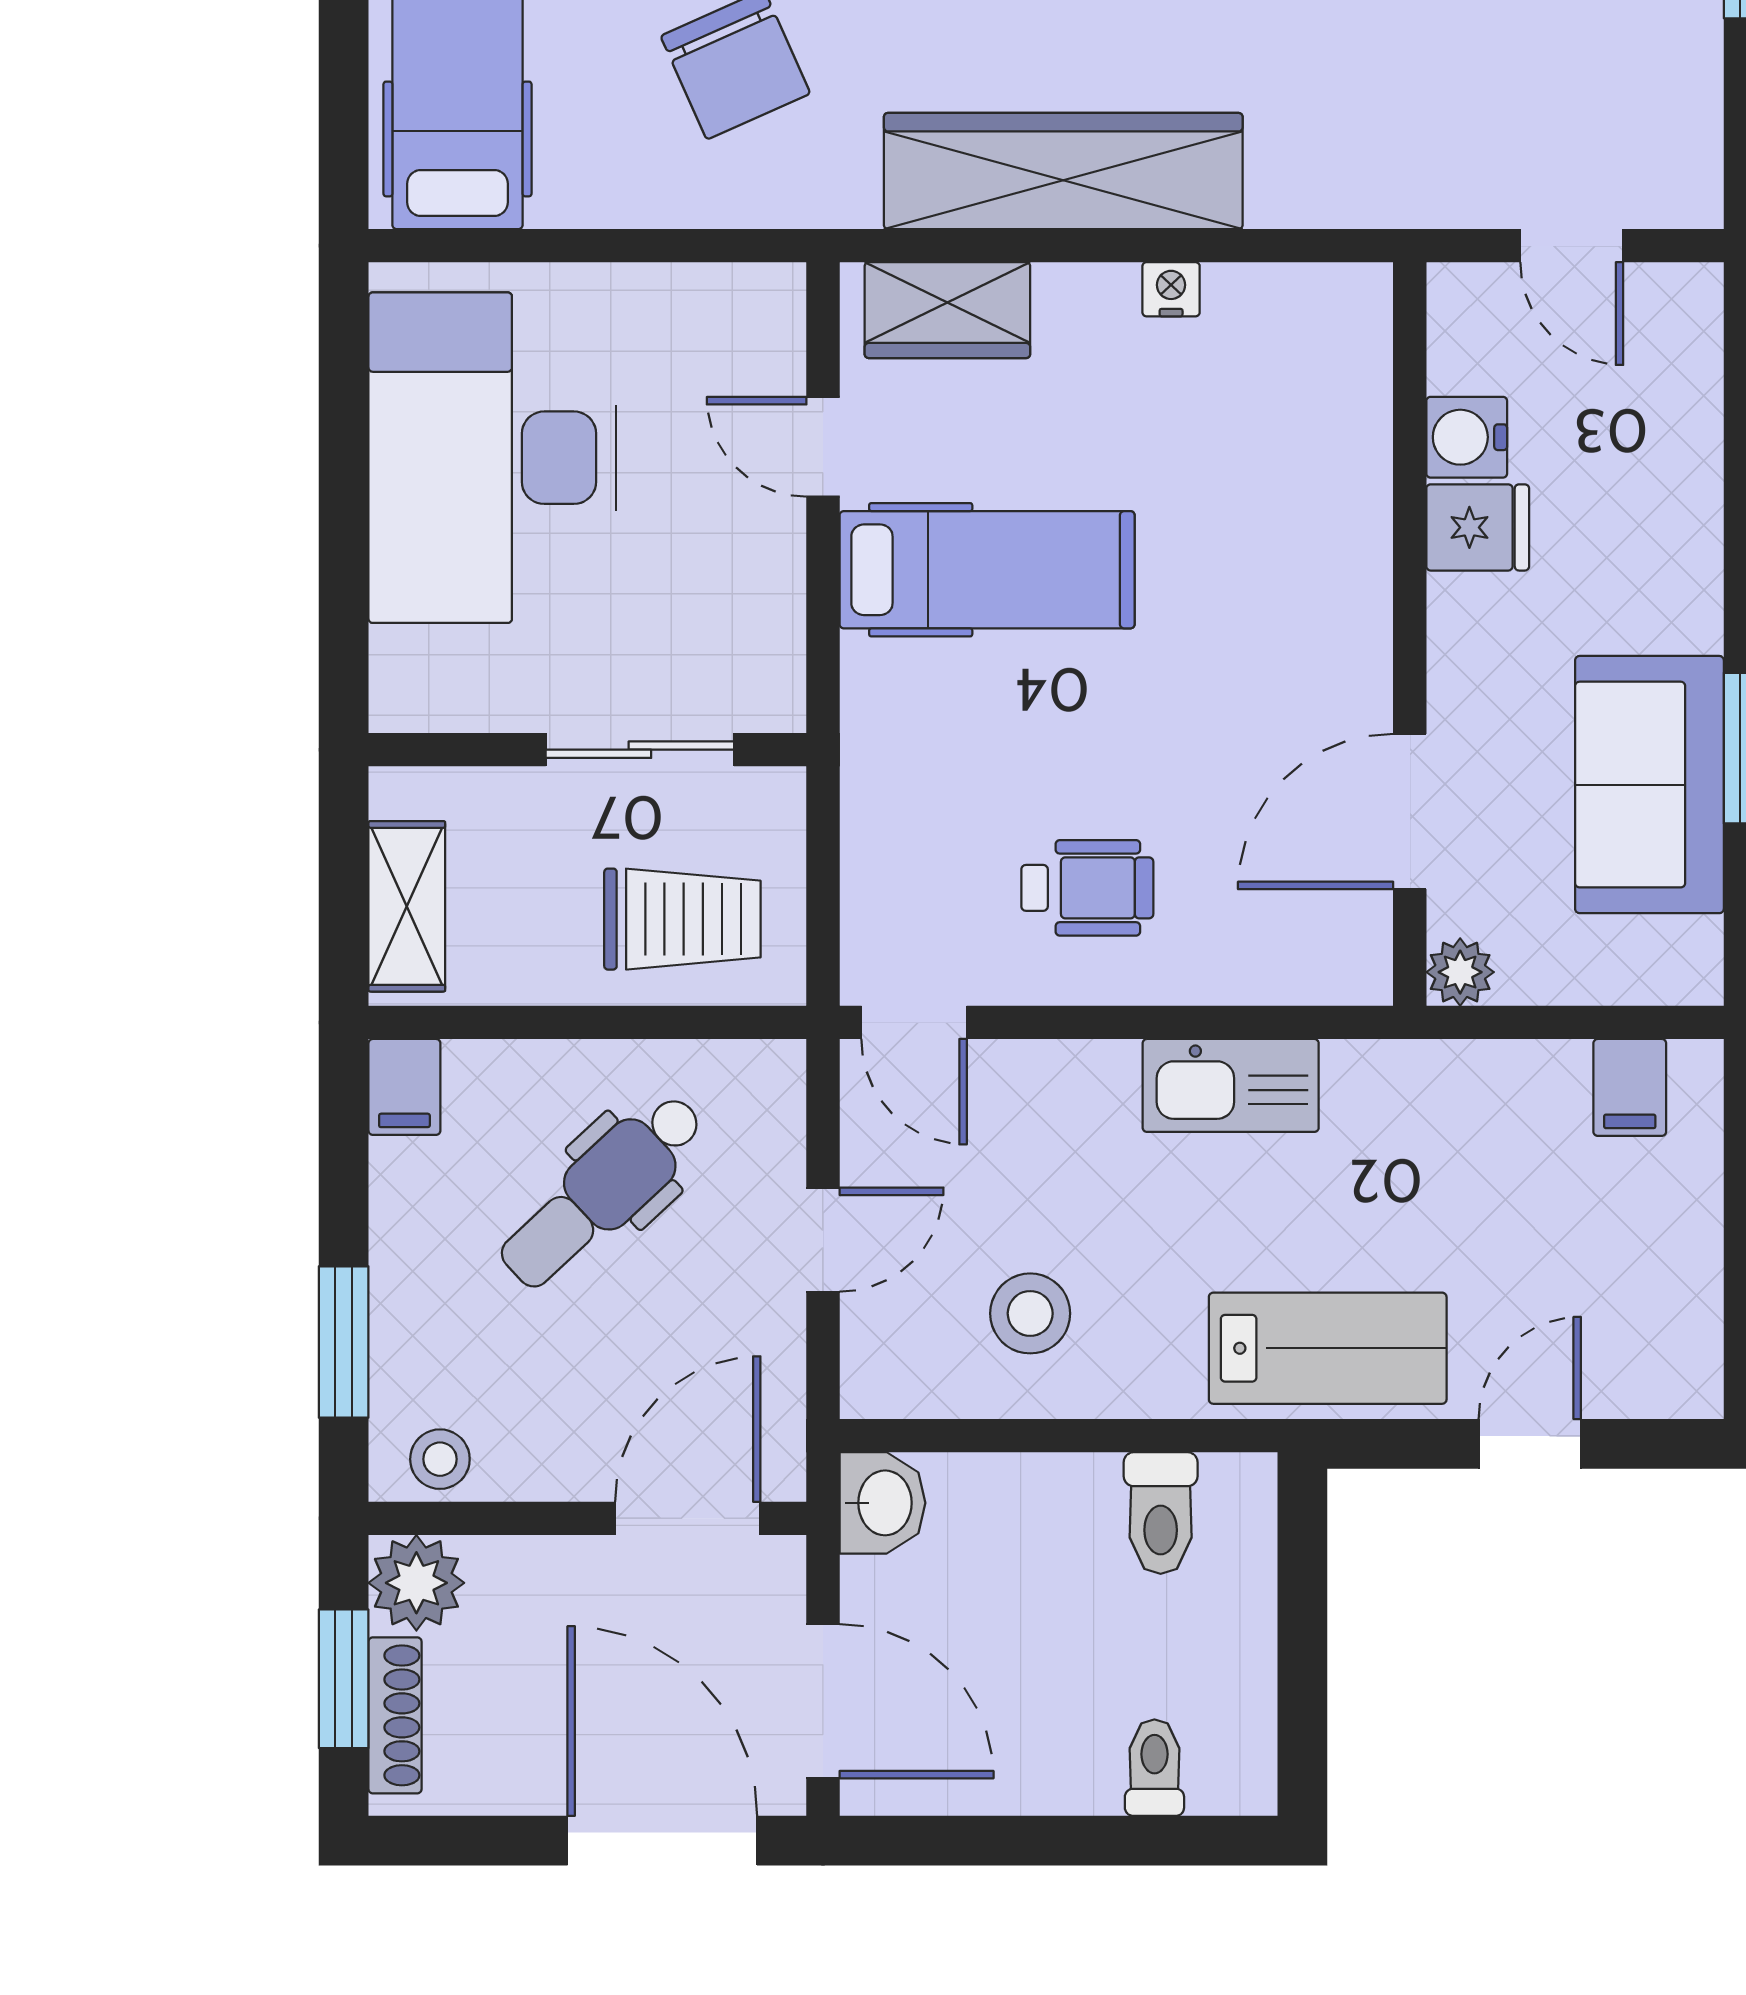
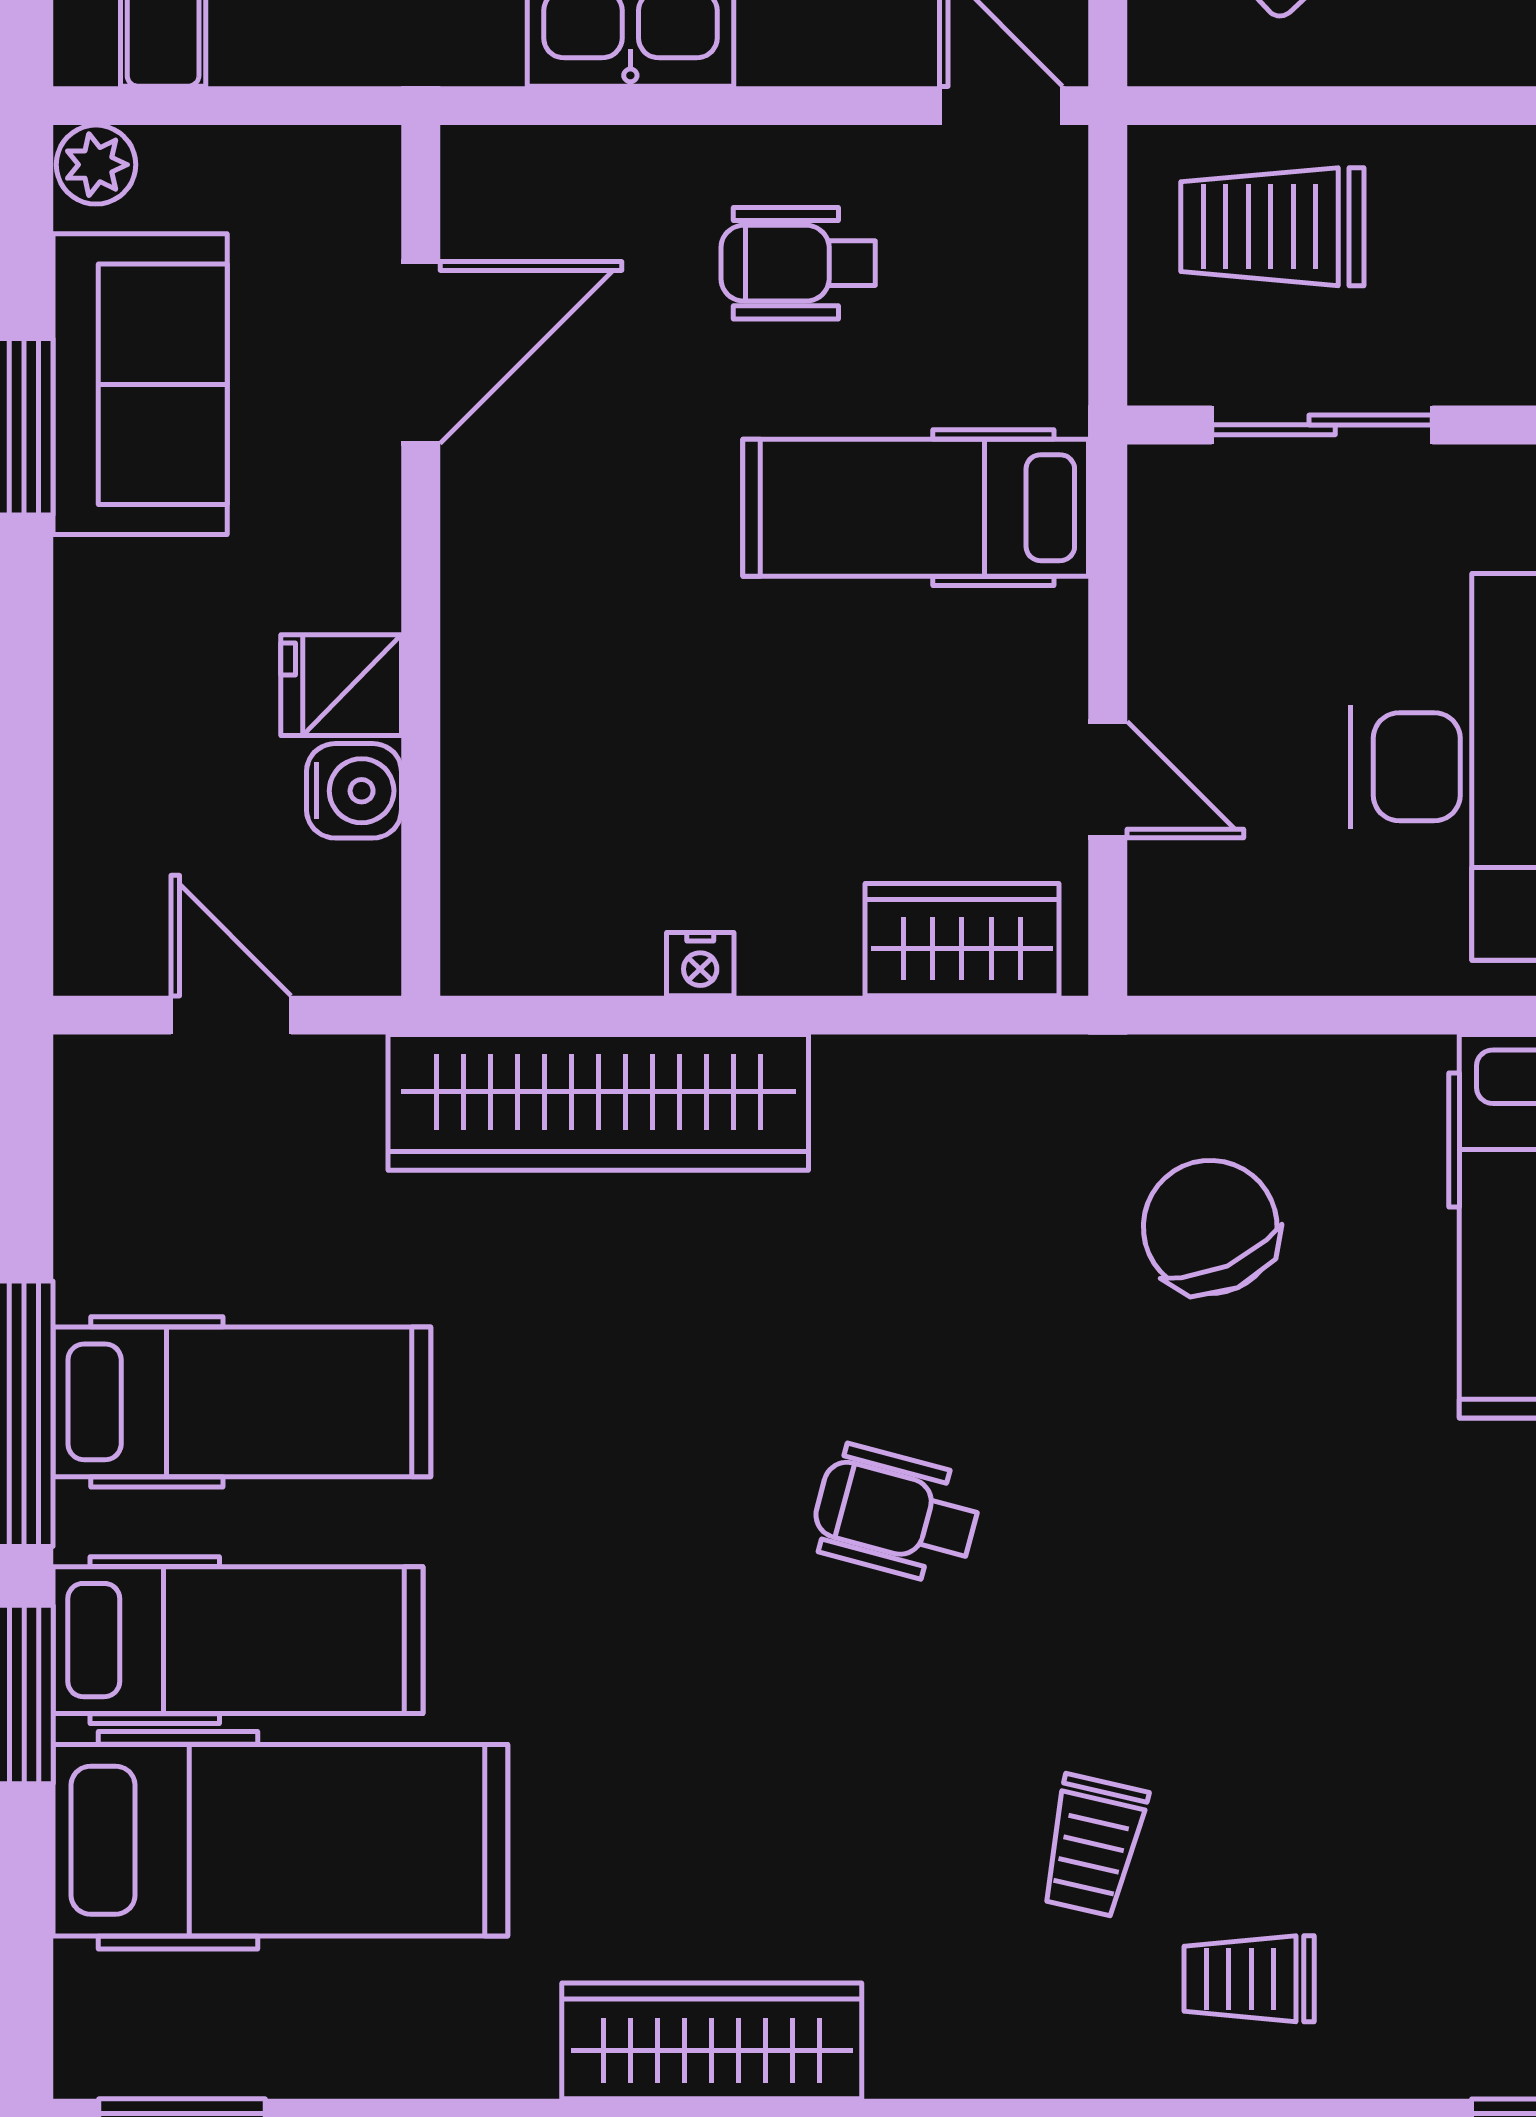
wardrobe: (1063, 171) -> (598, 1102), moved
hospital bed: (987, 570) -> (916, 508), moved
plant: (1460, 972) -> (96, 165), moved

